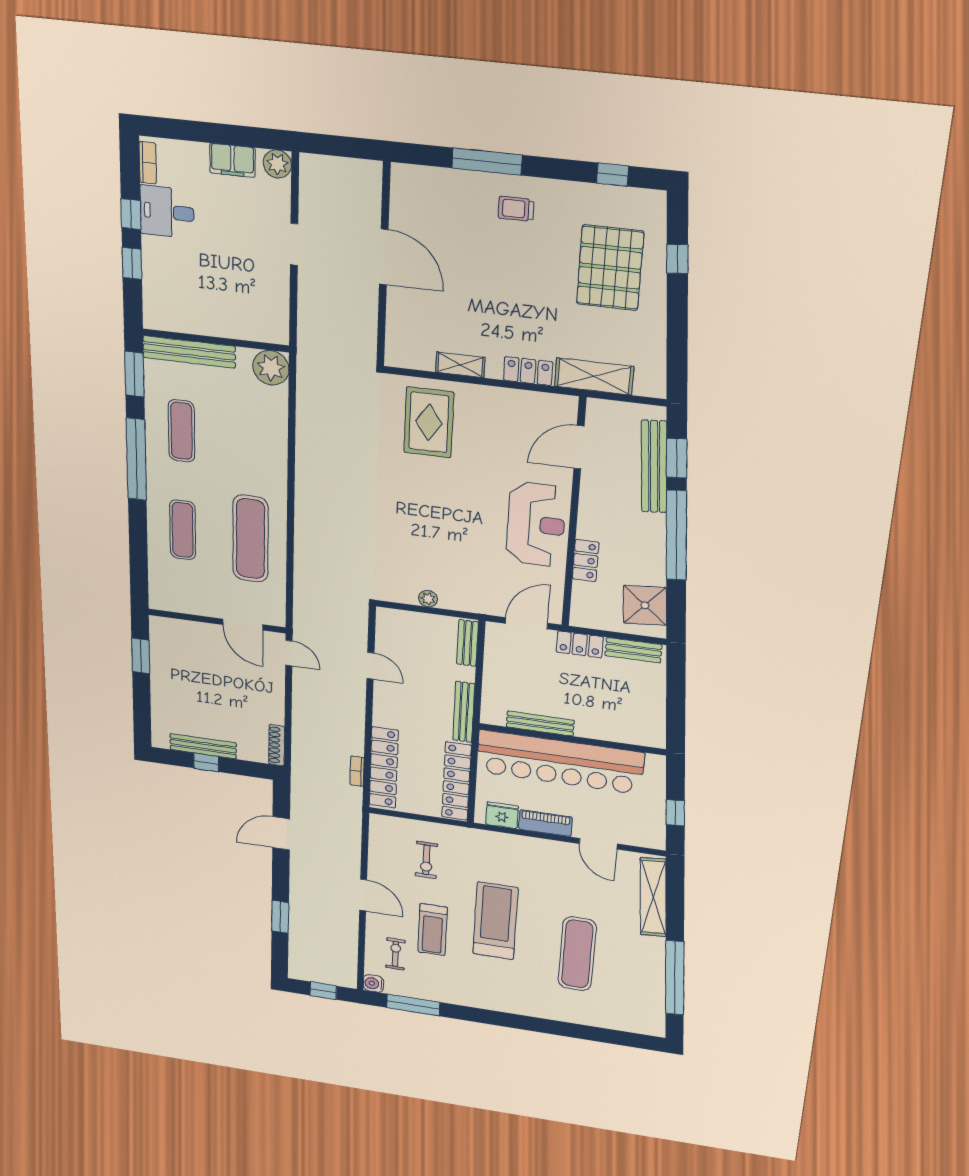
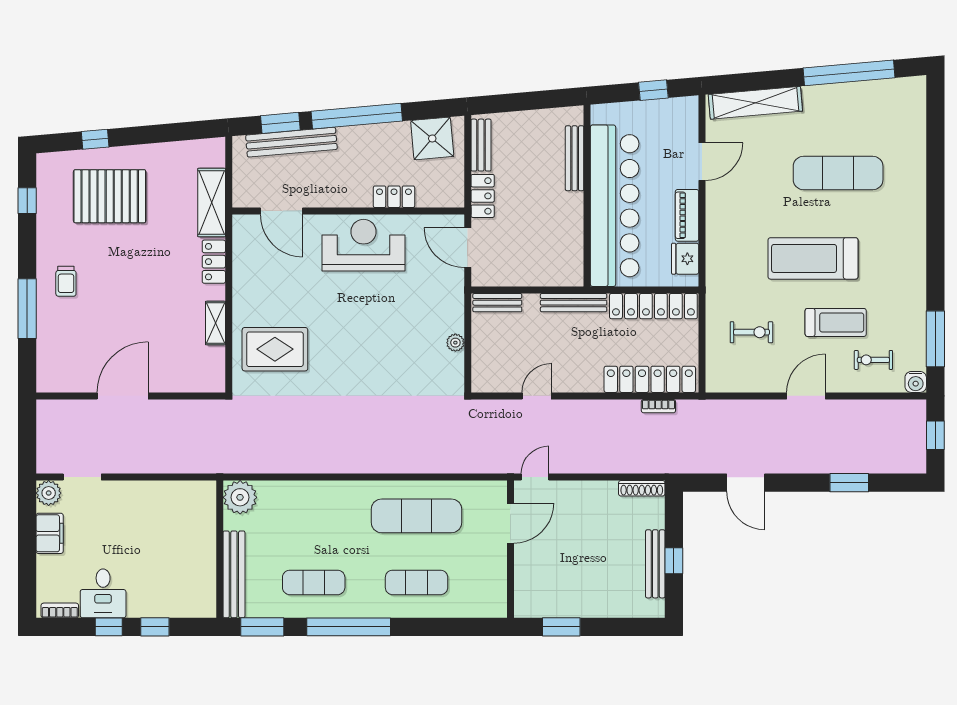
doorway: (294, 244) -> (82, 477), moved
bench: (540, 724) -> (575, 158), moved

